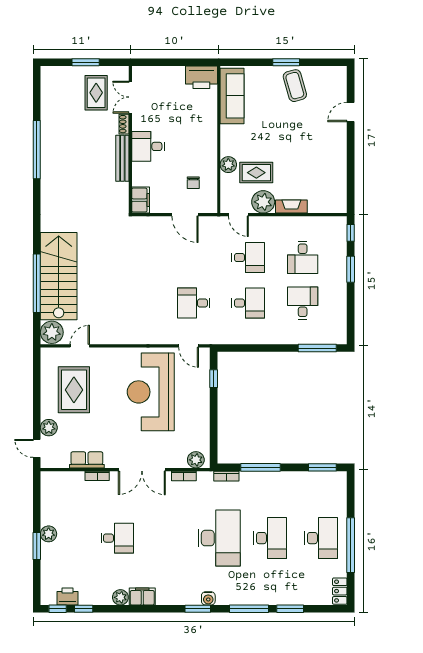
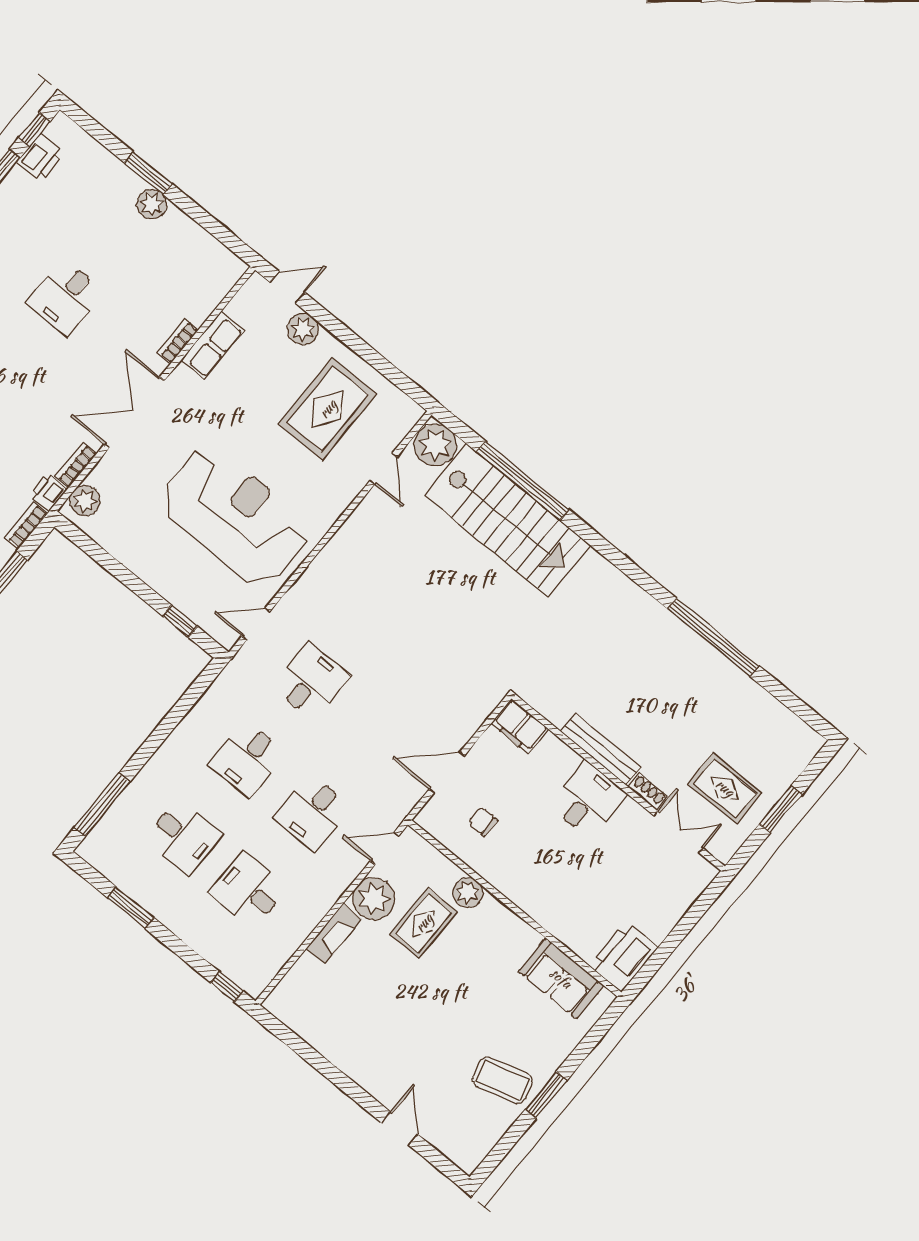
sofa: (232, 96) -> (561, 978), width x0.73
window: (351, 269) -> (131, 908), moved
rug: (74, 390) -> (328, 409), turned 90
printer: (205, 478) -> (48, 492), added

